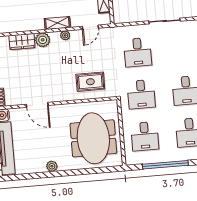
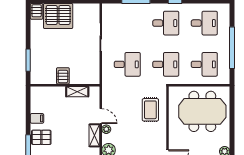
door: (90, 27) -> (101, 116), moved

